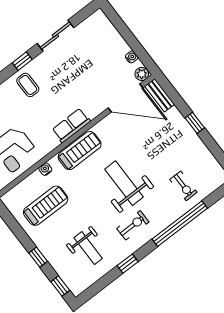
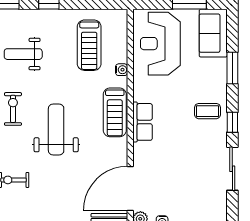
weight bench: (124, 183) -> (56, 129), turned -90
exercise bike: (133, 225) -> (13, 109), turned 180

